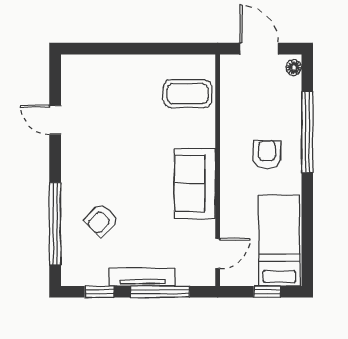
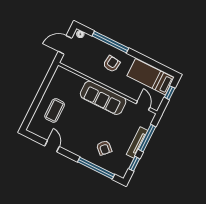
coffee table: (188, 94) -> (55, 110), moved
door: (55, 120) -> (52, 146), swing flipped
armchair: (267, 155) -> (112, 64), turned 97
sofa: (195, 183) -> (103, 98), width x1.36

